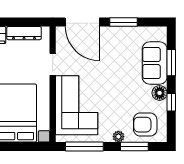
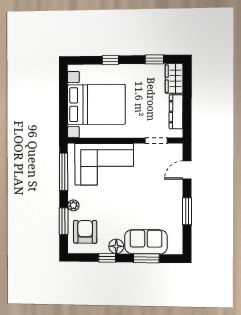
door: (82, 22) -> (187, 170), width x0.53
doorway: (53, 64) -> (156, 140), moved

